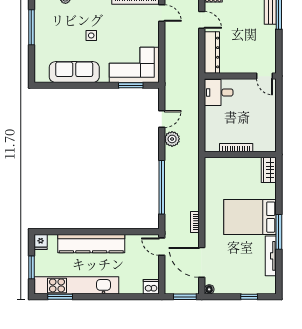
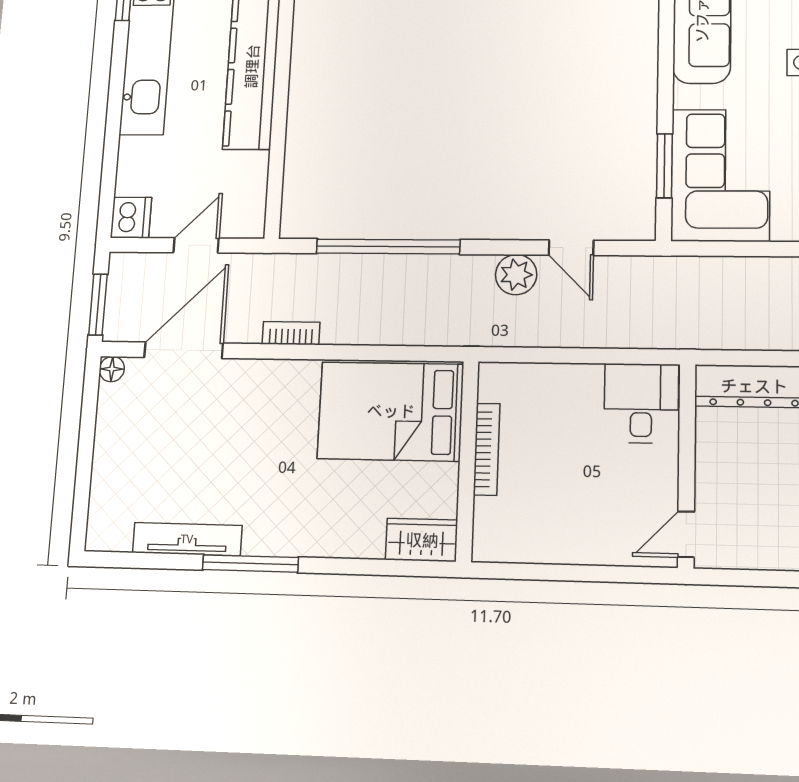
bed: (250, 217) -> (391, 411), moved, turned -90
door: (162, 247) -> (196, 245), moved
window: (249, 297) -> (83, 477), removed

